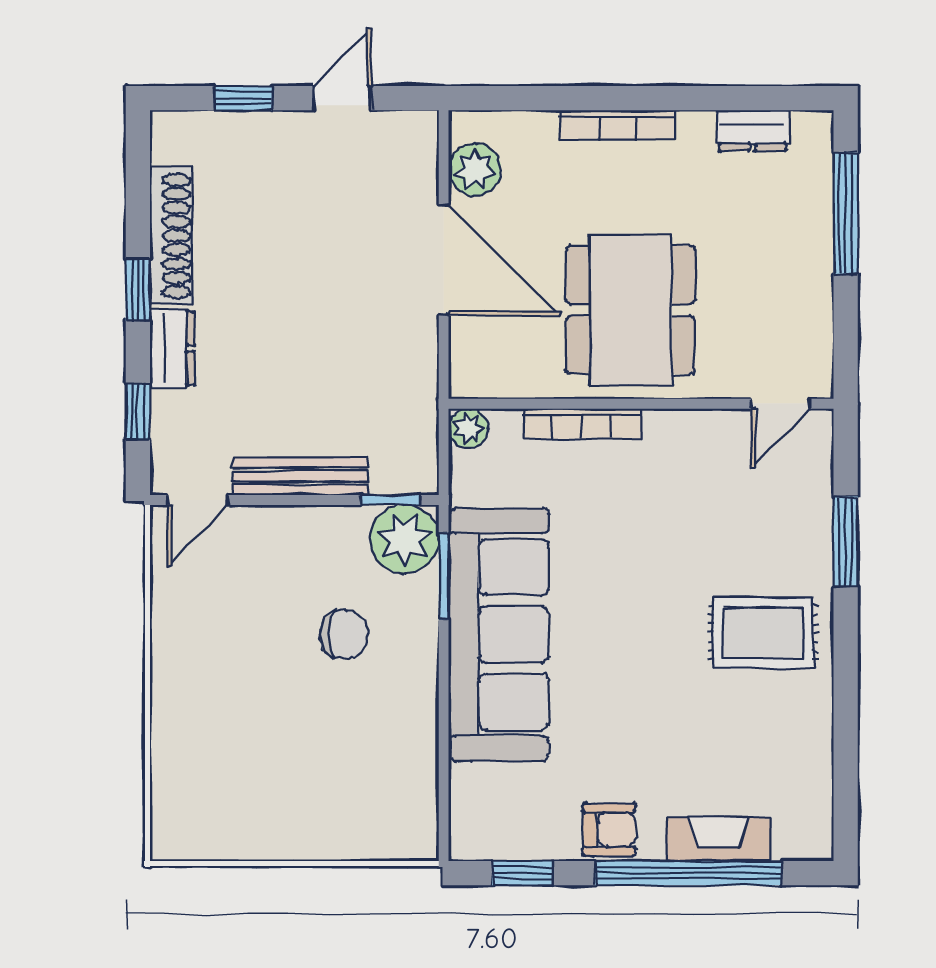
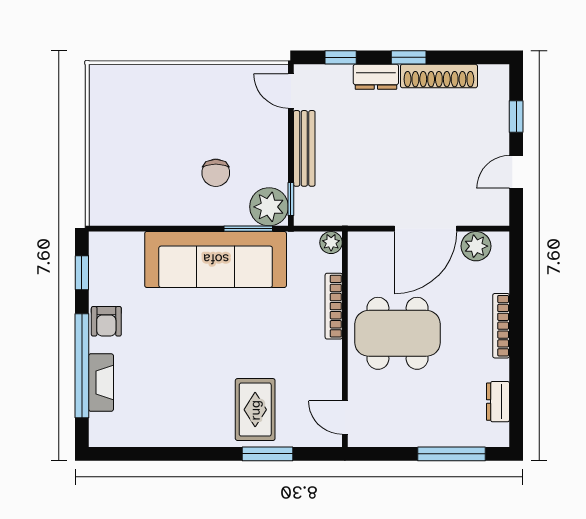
door: (342, 98) -> (516, 172), swing flipped
rug: (763, 633) -> (255, 410), moved

